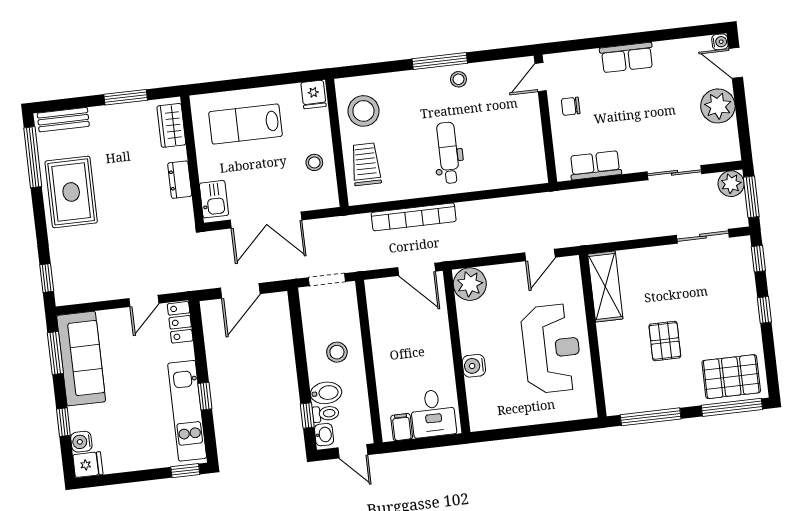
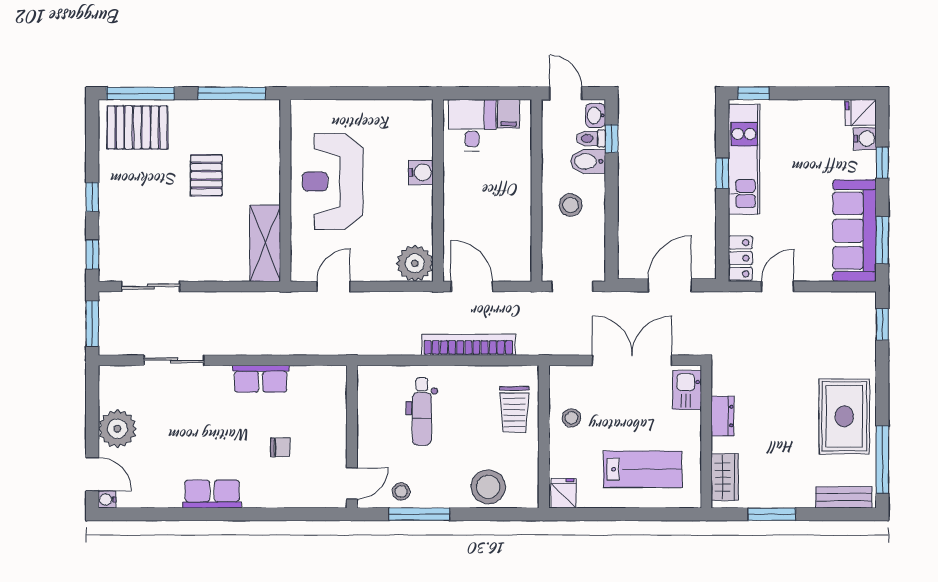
door: (541, 77) -> (352, 483), moved
stool: (363, 111) -> (488, 487), moved
wall: (545, 119) -> (352, 437), moved
plant: (731, 184) -> (113, 341), removed

